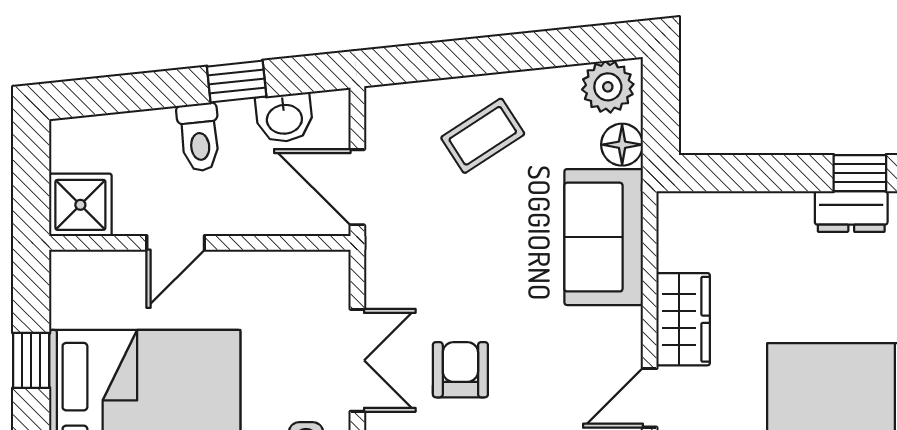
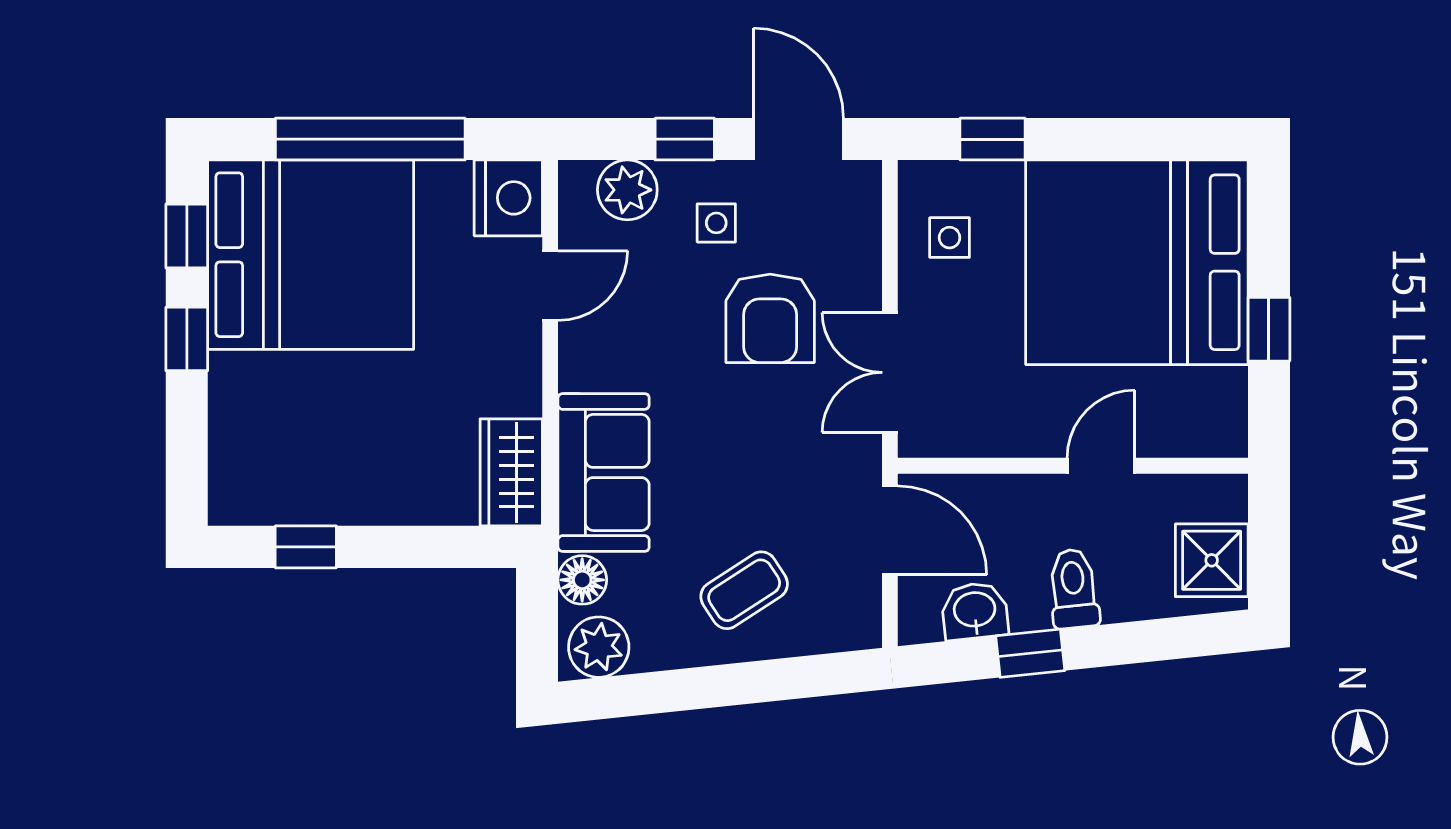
shower: (80, 205) -> (1212, 560), moved
dresser: (851, 212) -> (316, 502), removed
wardrobe: (683, 319) -> (511, 472), moved
double door: (357, 360) -> (890, 372), moved
armchair: (460, 370) -> (770, 318), width x1.38, depth x1.38

